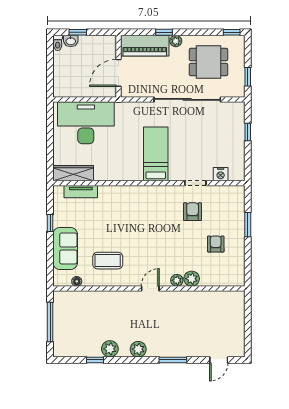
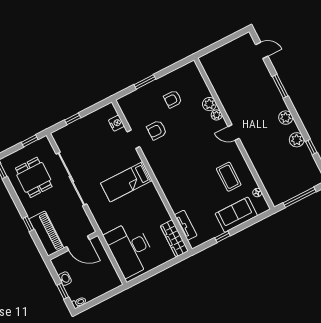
washbasin: (71, 41) -> (65, 279), moved
plant: (176, 41) -> (30, 211), removed

